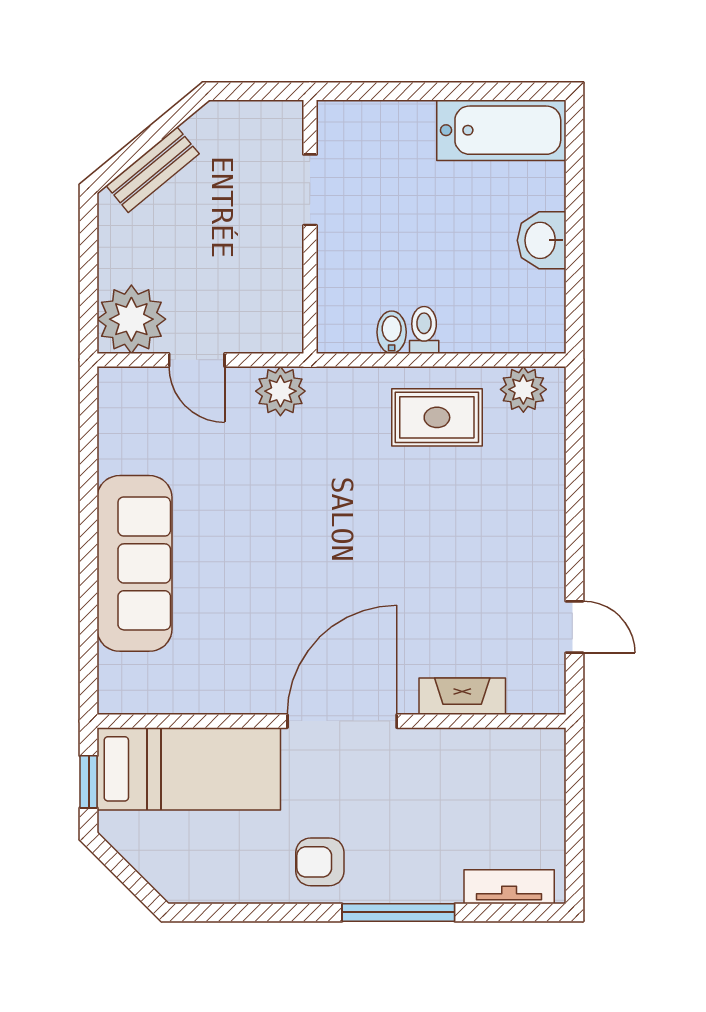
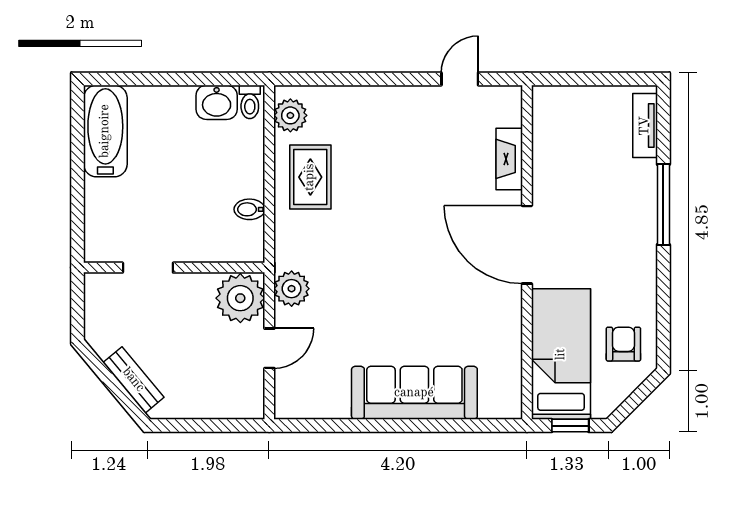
washbasin: (542, 240) -> (217, 102), moved
plant: (131, 319) -> (240, 298), moved
toilet: (424, 330) -> (250, 102), moved, turned -90
armchair: (320, 862) -> (623, 344), moved, turned 180

